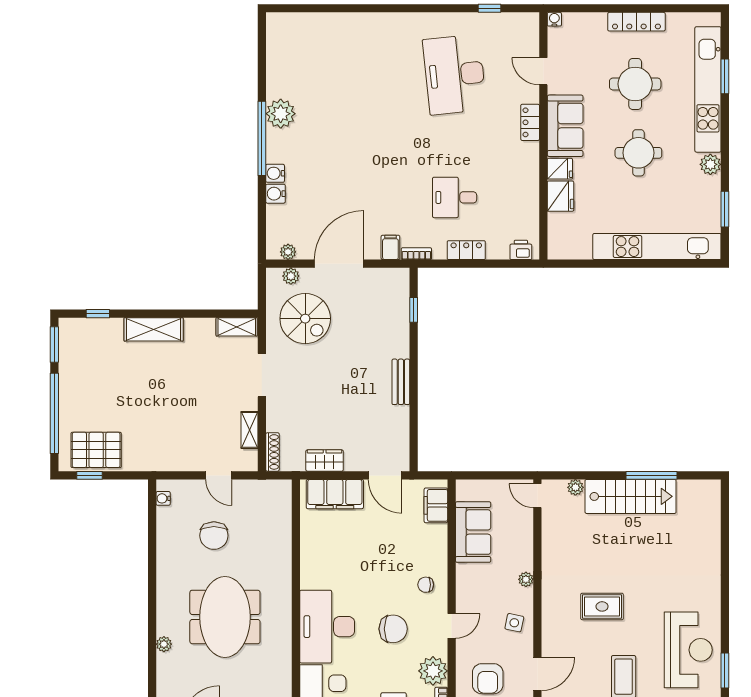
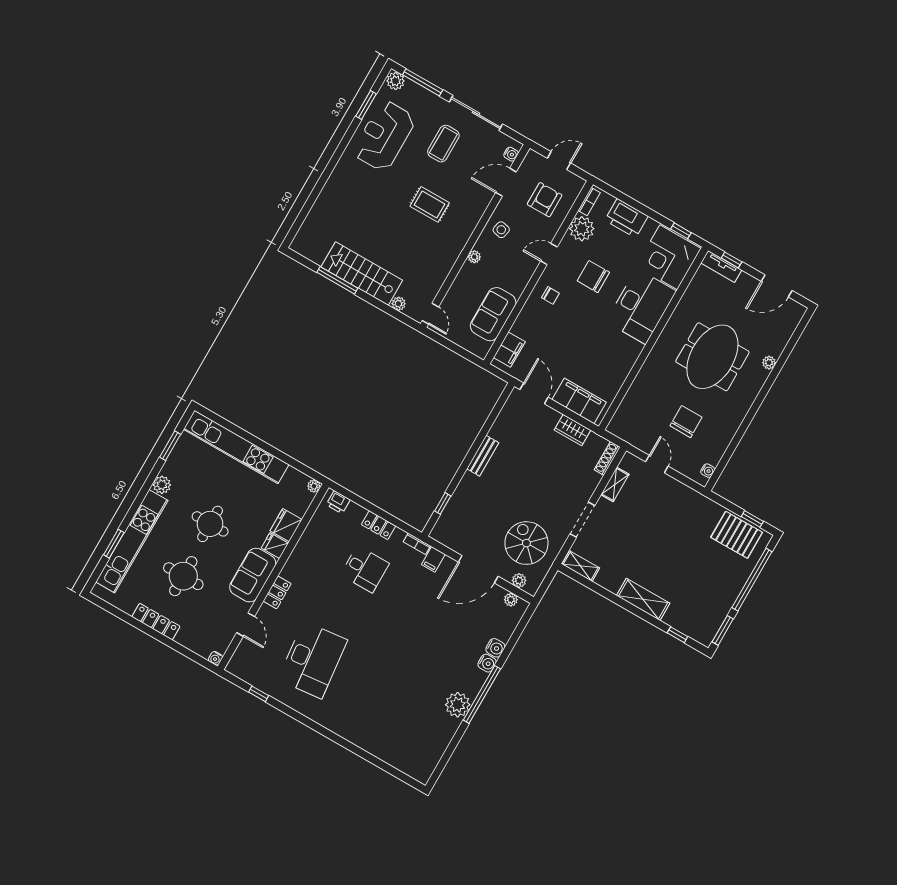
plant: (555, 252) -> (314, 486), added

